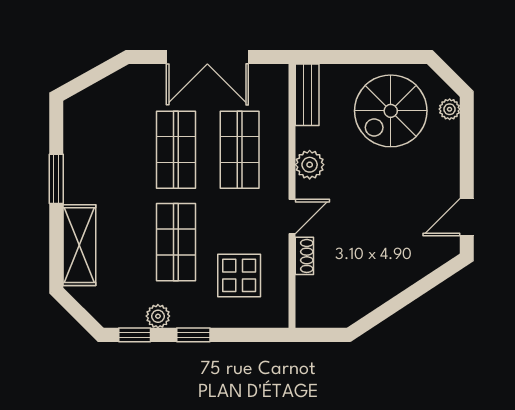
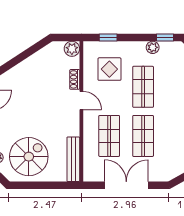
bench: (307, 95) -> (73, 159), width x1.36
plant: (310, 165) -> (72, 49), moved
door: (292, 216) -> (81, 100), swing flipped
window: (193, 335) -> (108, 37), moved

